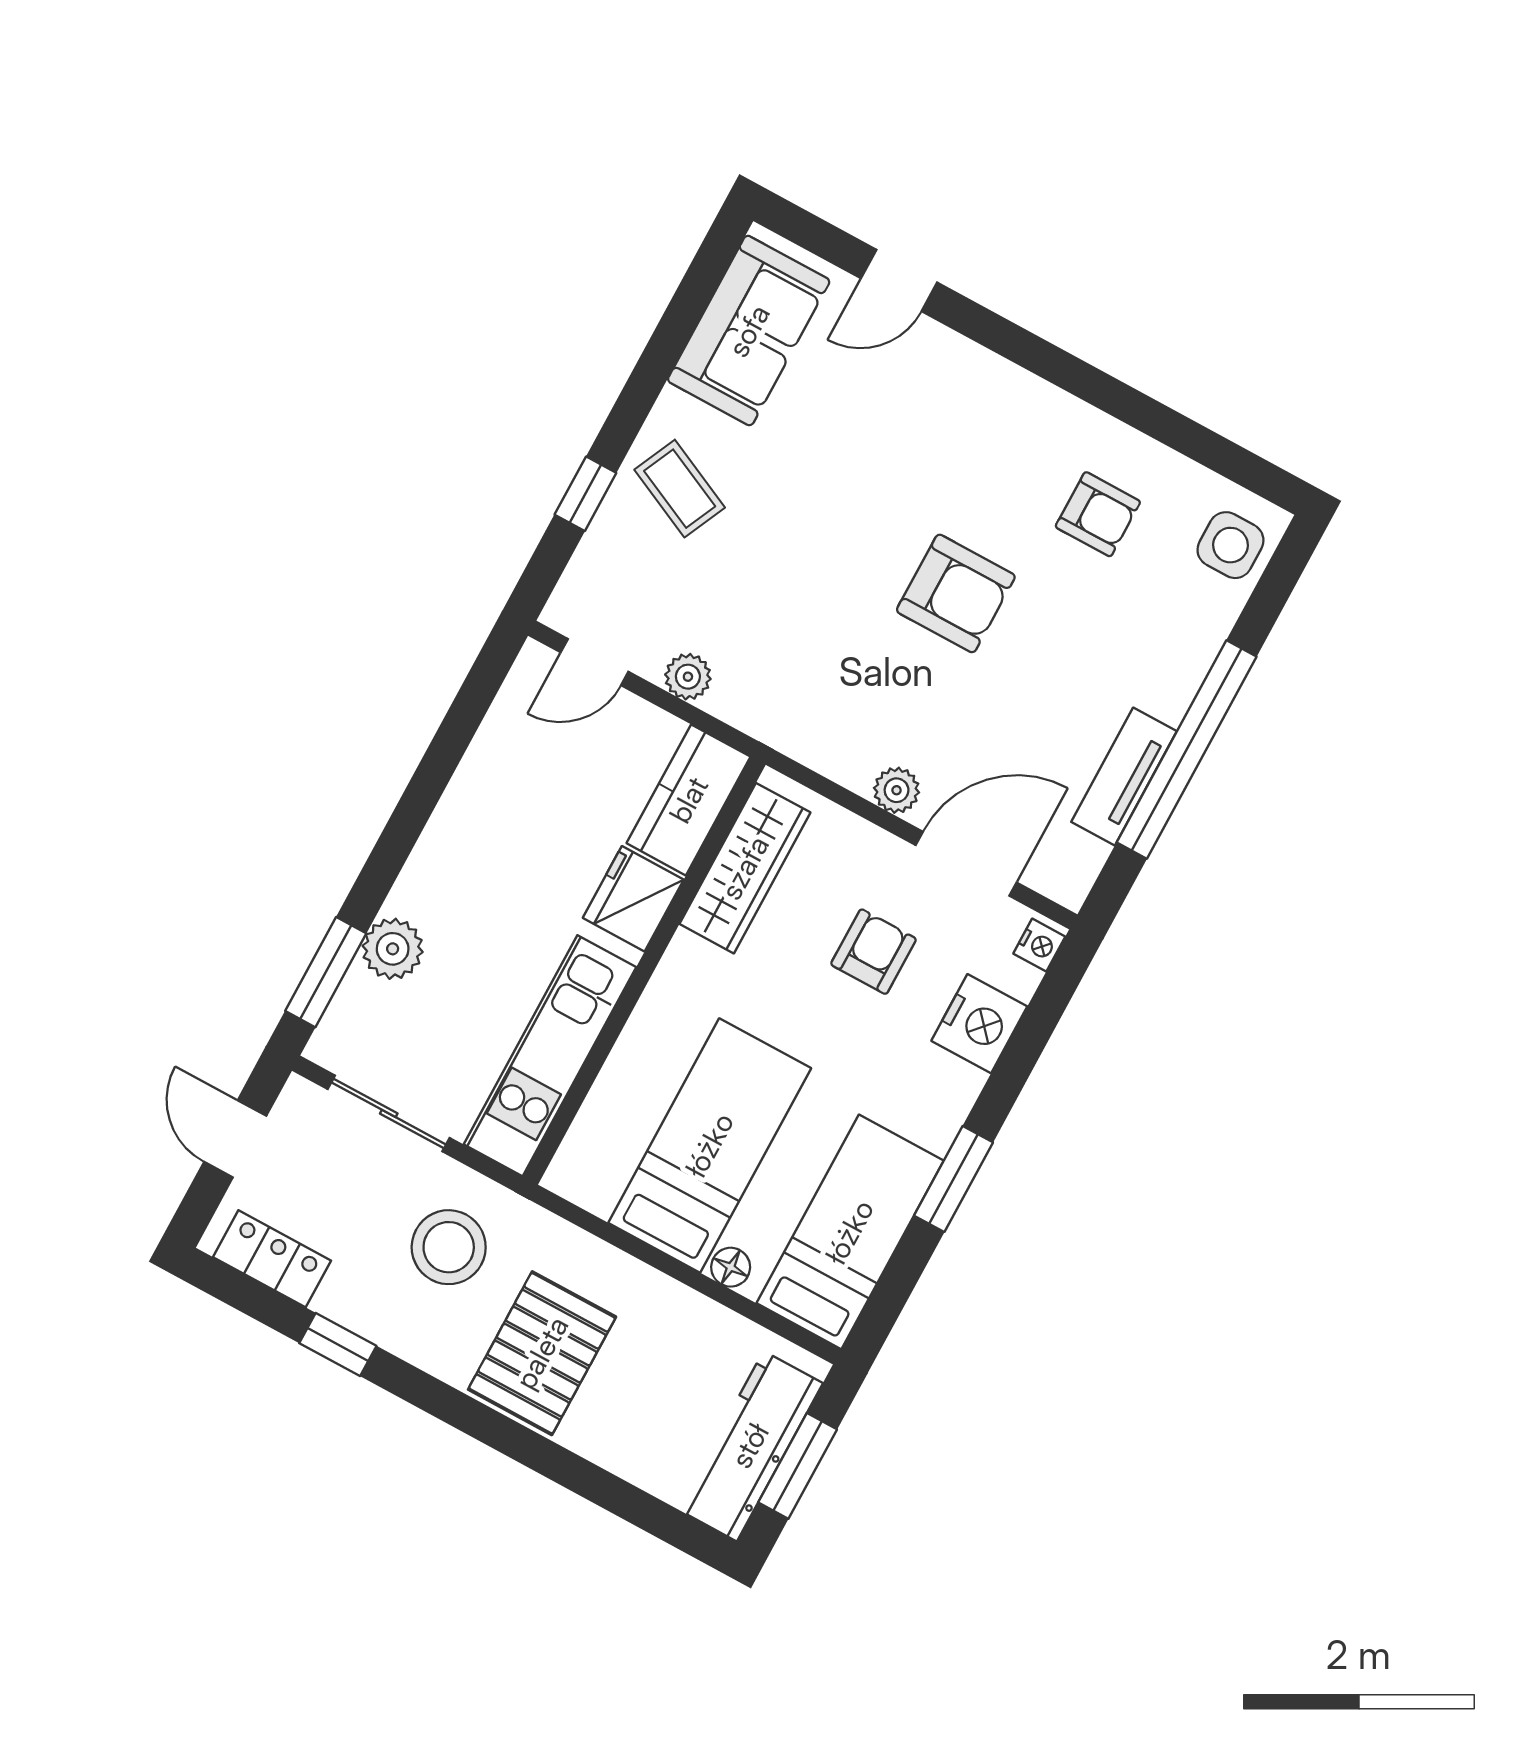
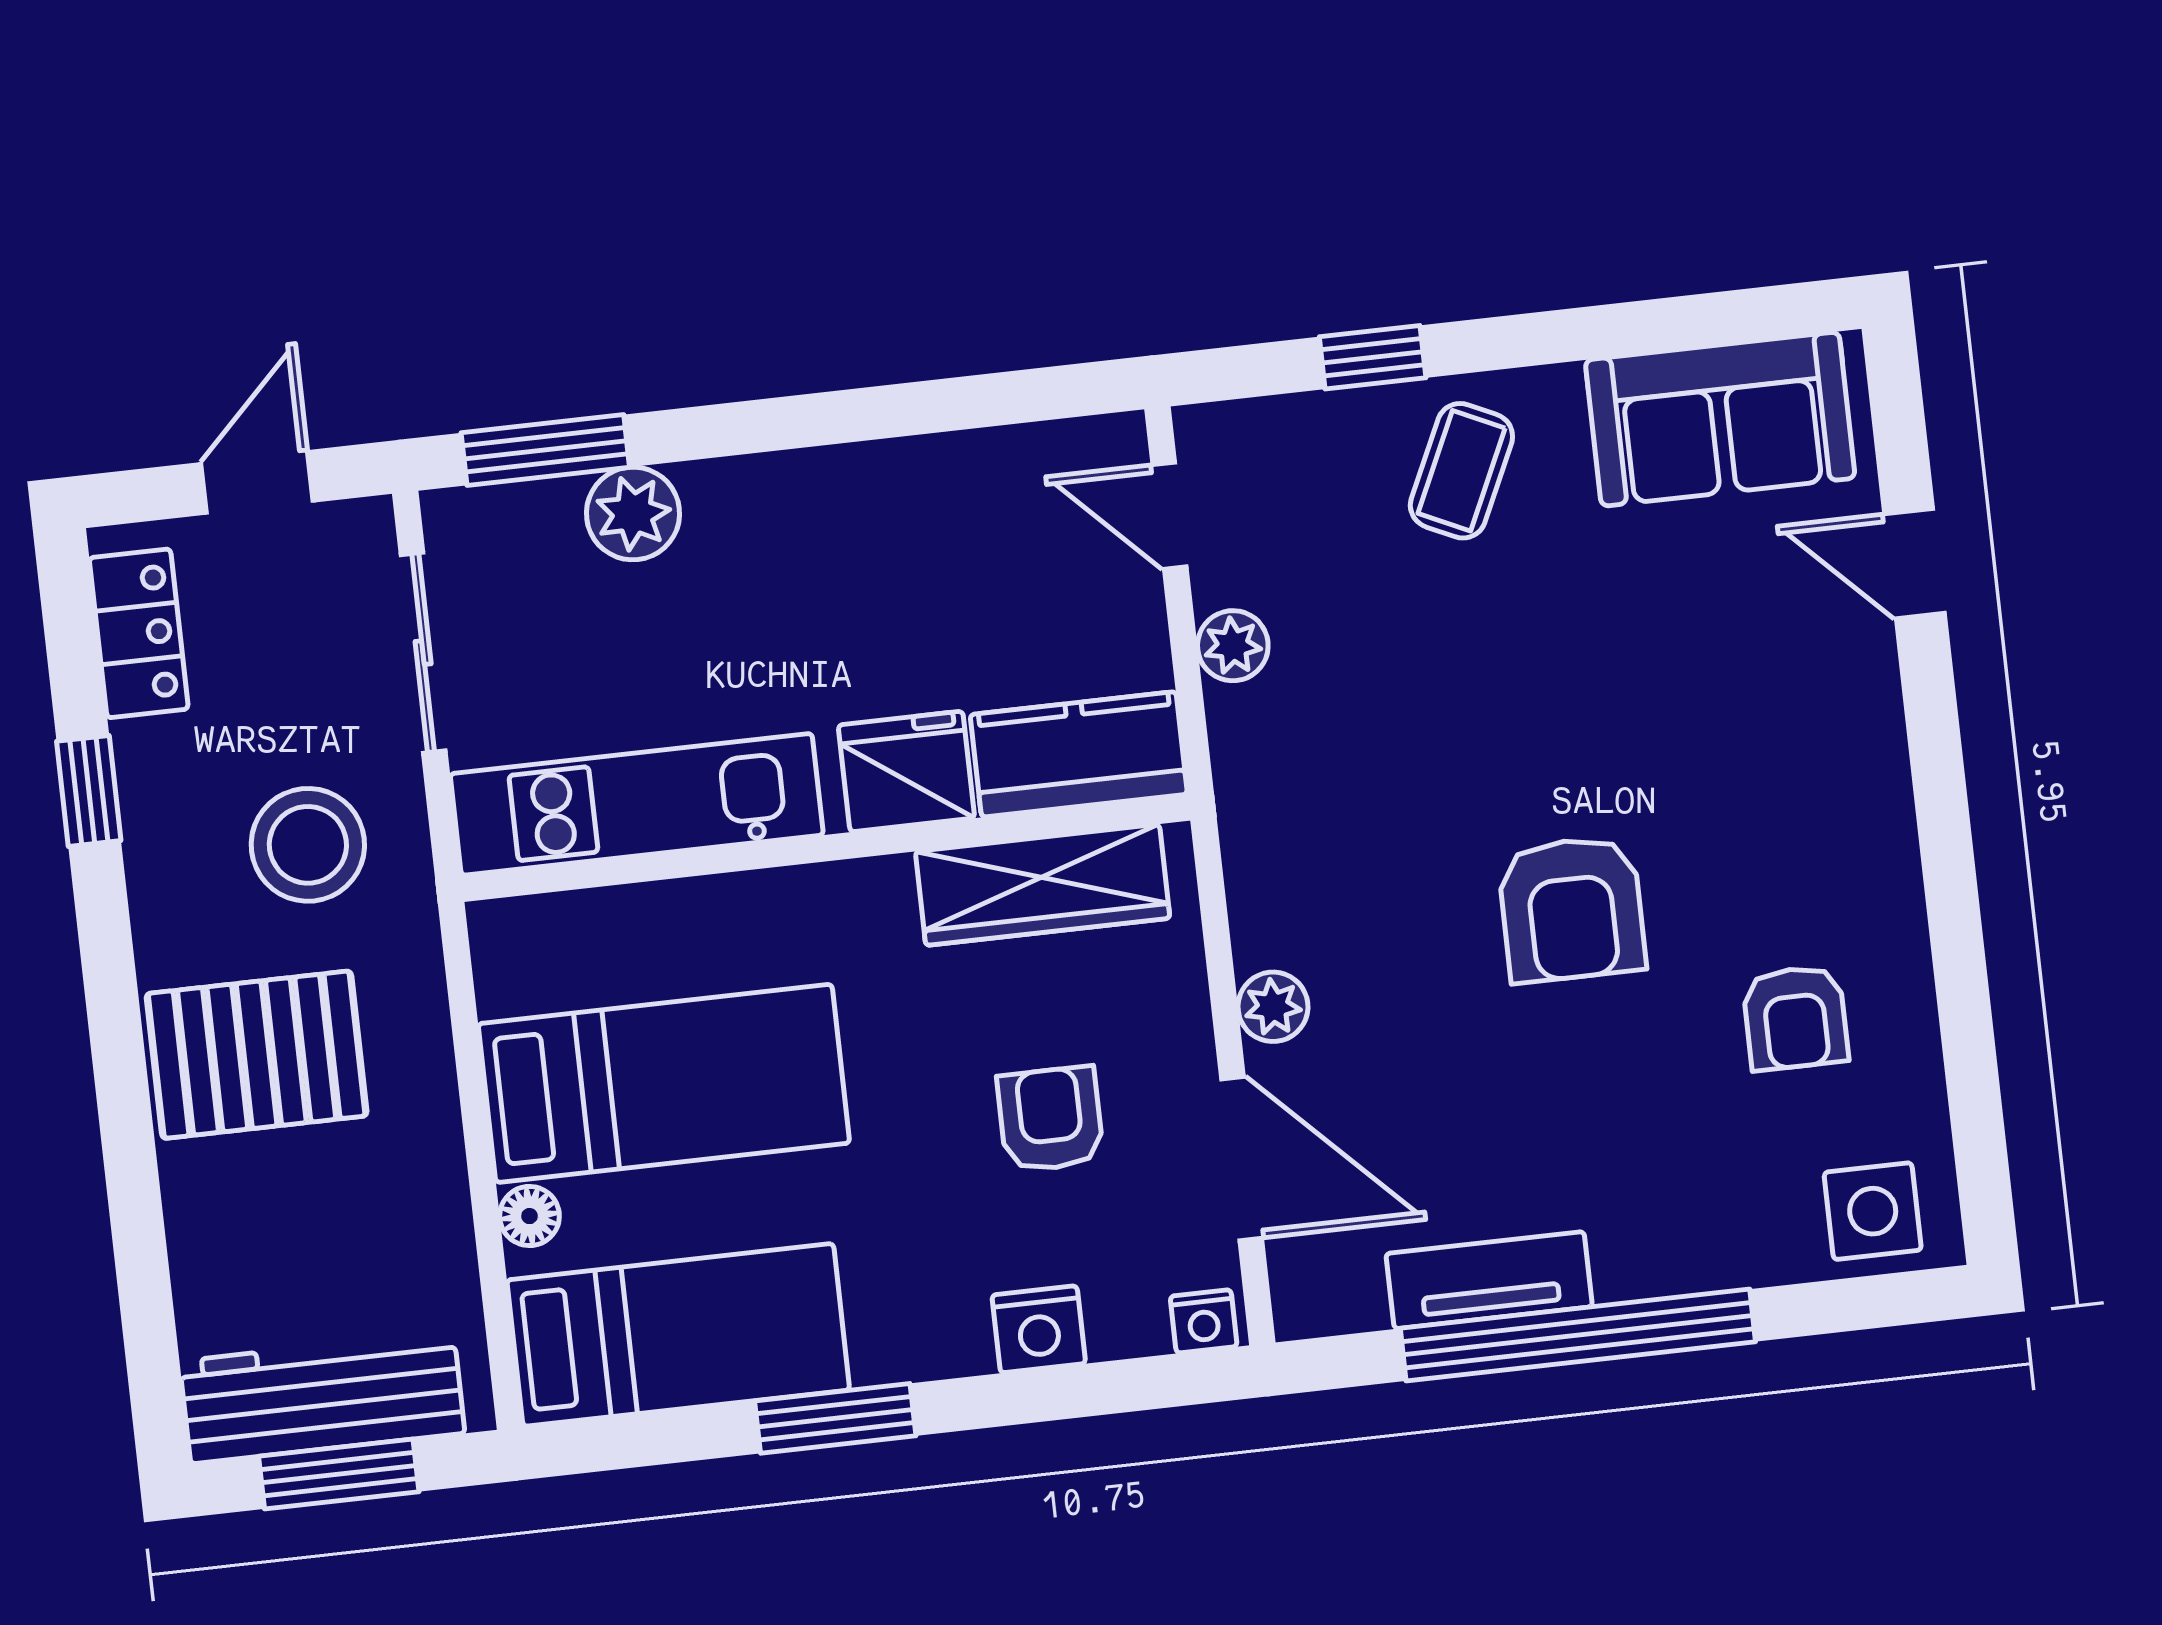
armchair: (873, 952) -> (1050, 1119), turned -90
nightstand: (979, 1024) -> (1039, 1329), width x0.74, depth x0.75

